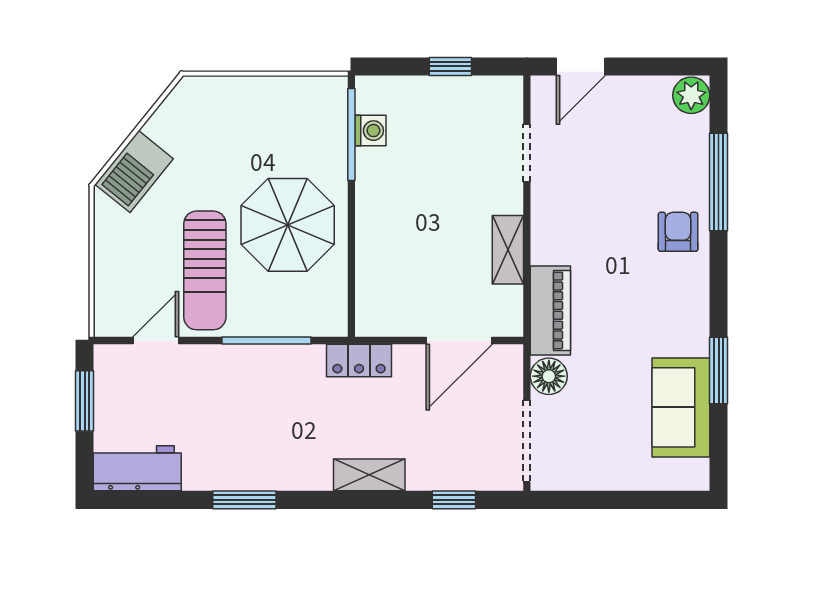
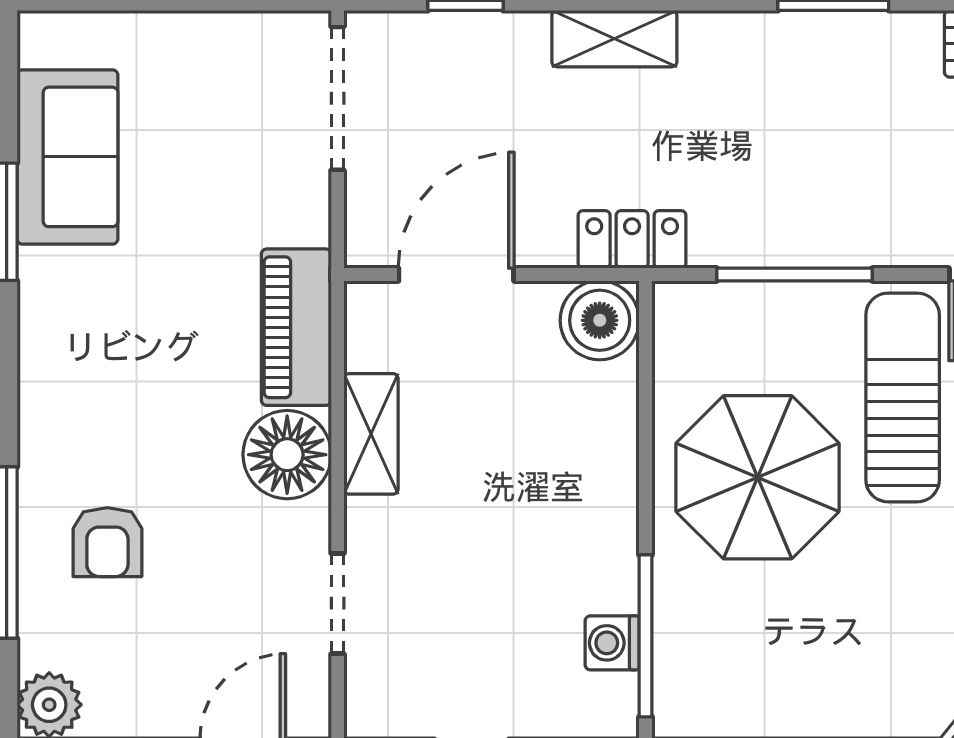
armchair: (678, 232) -> (107, 542), moved
boiler: (377, 314) -> (600, 320), added
floor lamp: (549, 376) -> (287, 455), moved, width x1.38, depth x1.38

